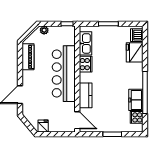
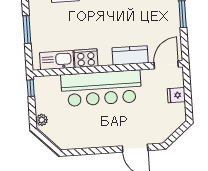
piano: (28, 57) -> (81, 140), removed
fridge: (43, 126) -> (176, 95), moved

